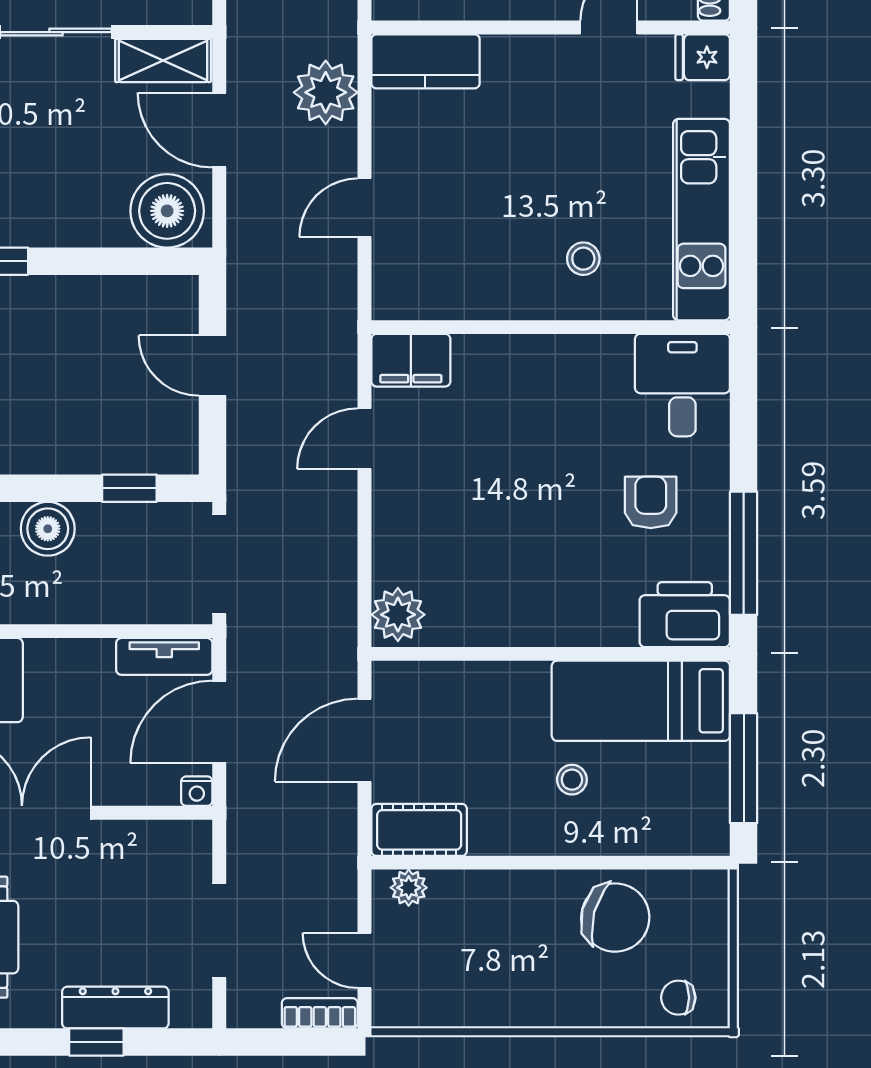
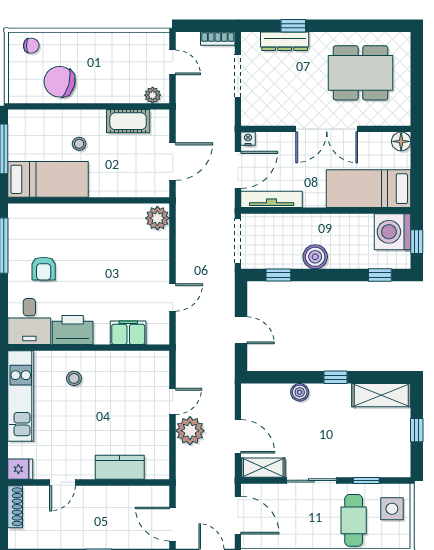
kitchen counter: (425, 61) -> (120, 467), moved
plant: (326, 92) -> (190, 431), moved
boiler: (167, 211) -> (300, 392), moved, width x0.54, depth x0.54
filing cabinet: (411, 360) -> (128, 333), moved
printer: (685, 615) -> (73, 330), moved, turned 180
tv unit: (164, 656) -> (272, 199), width x1.41
cot: (419, 830) -> (128, 121), moved
bookcase: (320, 1013) -> (218, 39), moved

